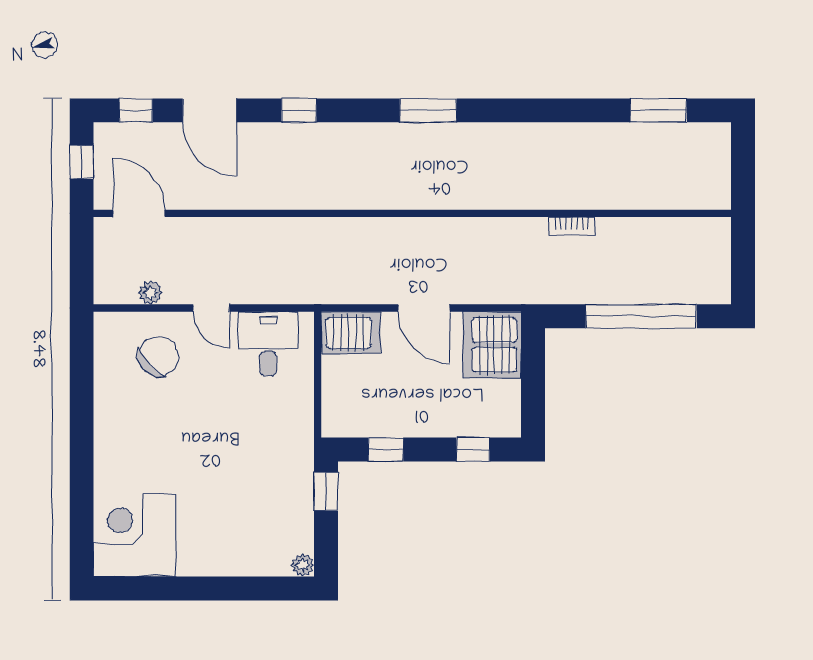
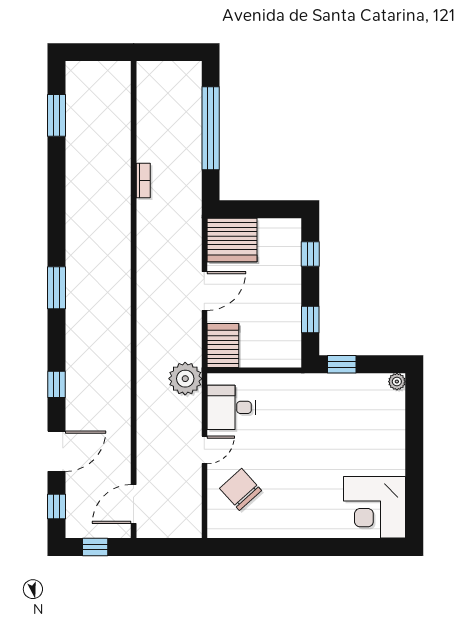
plant: (151, 293) -> (185, 379), moved, width x1.87, depth x1.87

